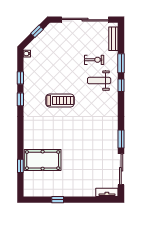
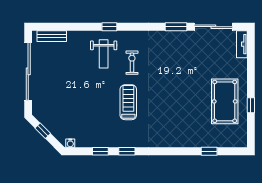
exercise bike: (94, 60) -> (132, 63), moved
window: (121, 63) -> (82, 27), removed
pool table: (43, 160) -> (225, 101), moved

